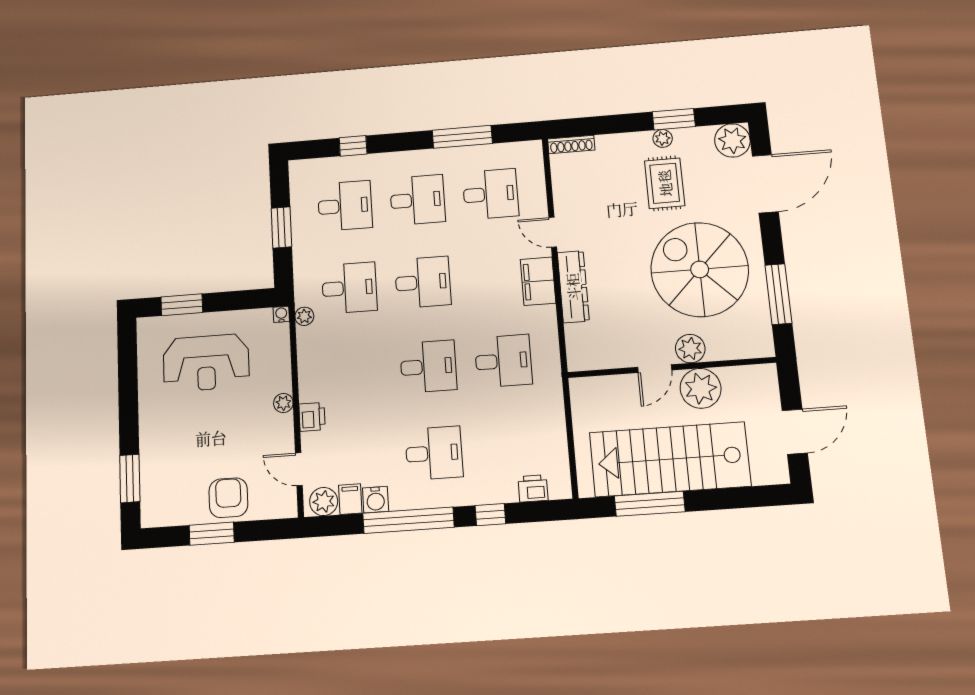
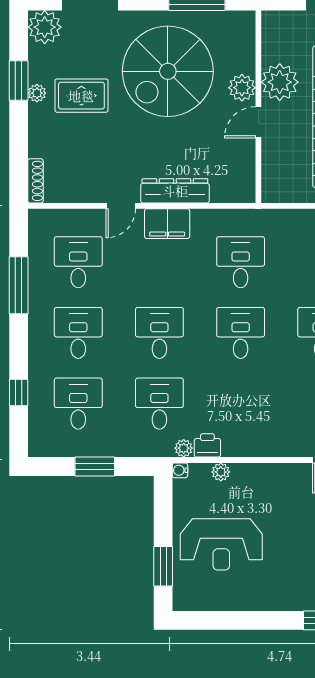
reception desk: (206, 363) -> (221, 544), turned 90
door: (655, 369) -> (258, 122), swing flipped
plant: (283, 403) -> (221, 472), moved
printer: (312, 417) -> (207, 445), moved

